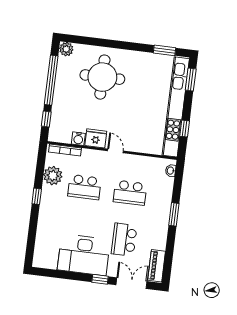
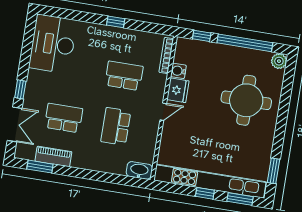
window: (185, 129) -> (205, 193), moved
washbasin: (171, 171) -> (139, 170), width x1.91, depth x1.45
plant: (53, 176) -> (138, 41), removed
school desk: (84, 187) -> (124, 76), turned 90
window: (174, 214) -> (40, 167), moved
desk: (84, 255) -> (53, 44), moved
piano: (157, 266) -> (53, 156), moved

